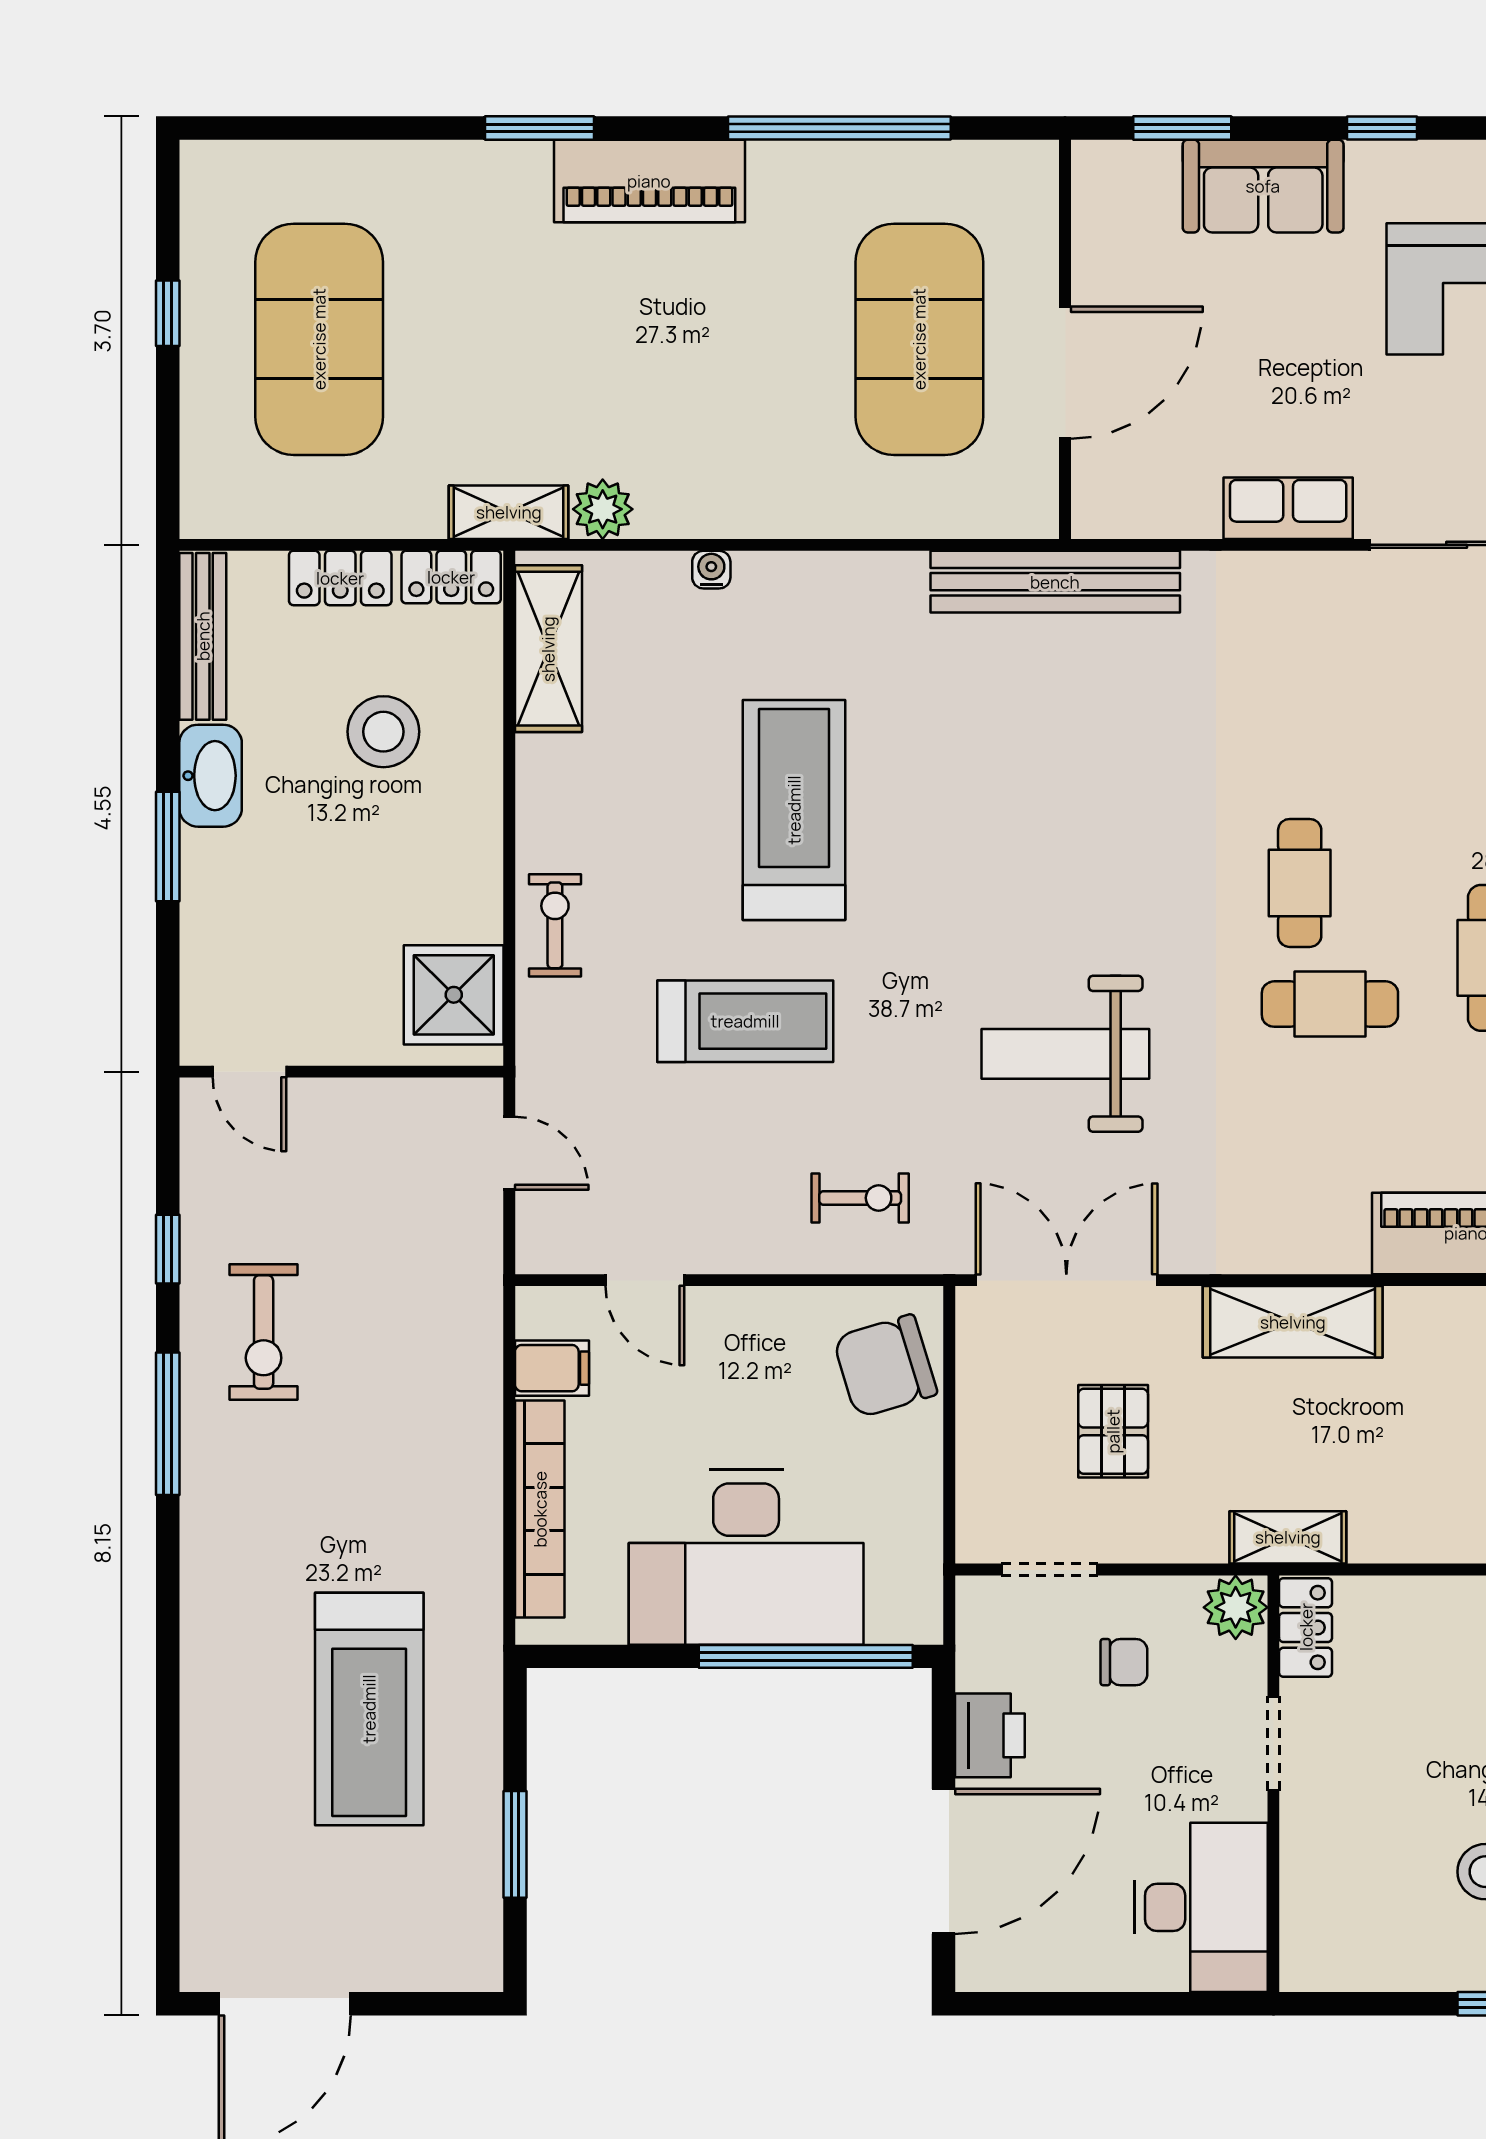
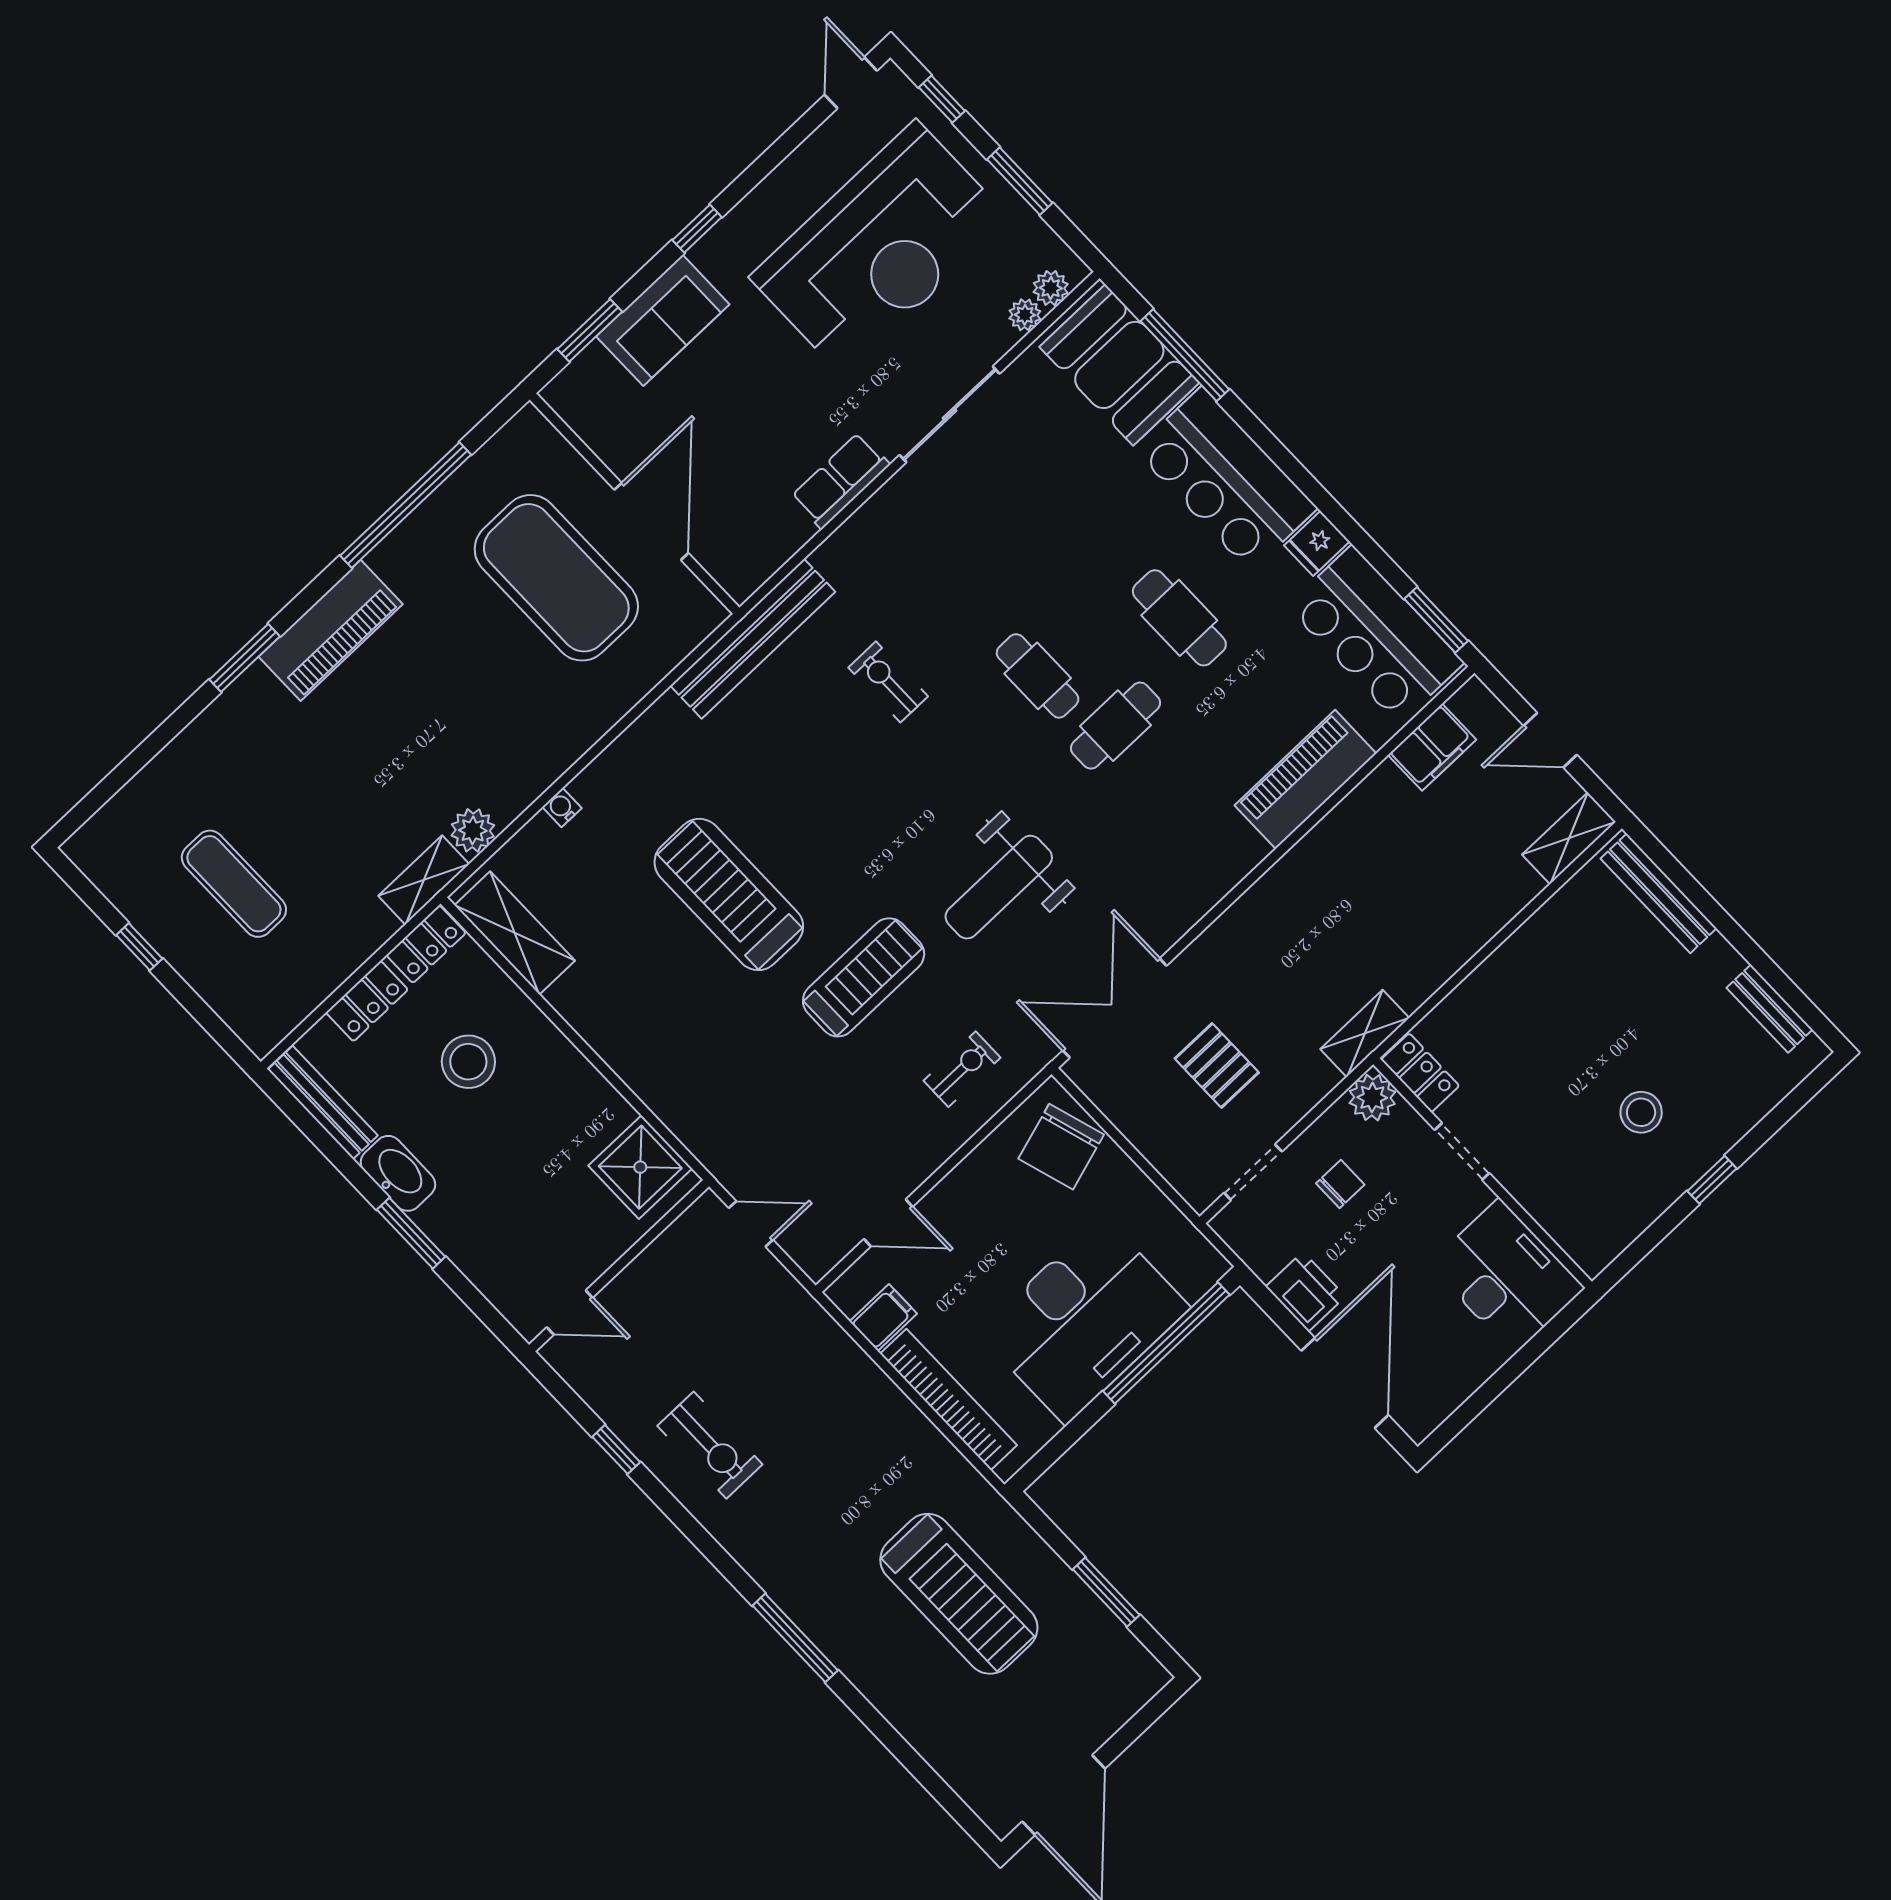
exercise mat: (319, 339) -> (234, 884), width x0.50, depth x0.69
exercise bike: (555, 925) -> (888, 682), moved
treadmill: (745, 1021) -> (864, 977), moved
shelving: (1293, 1322) -> (1257, 915), removed
window: (168, 1424) -> (795, 1638), moved

